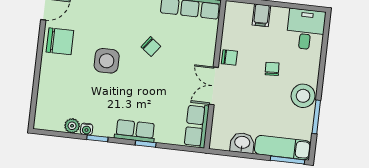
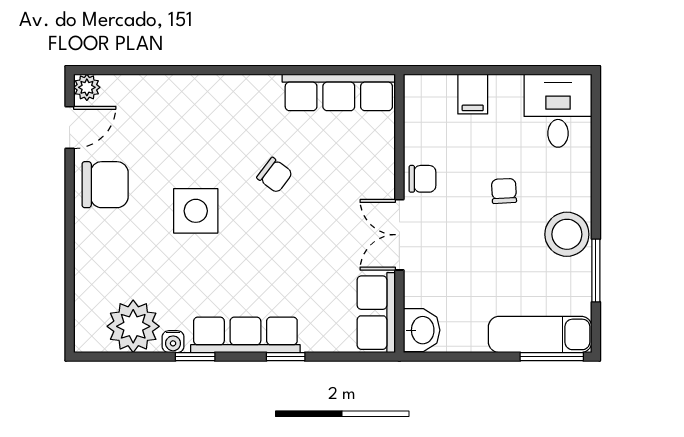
plant: (72, 126) -> (133, 326), width x1.87, depth x1.87
row of seats: (135, 131) -> (245, 335), width x1.48
washbasin: (242, 143) -> (422, 330), moved, turned 90

